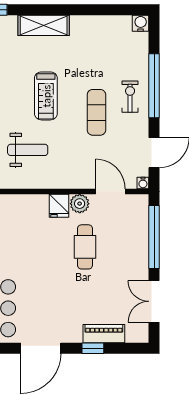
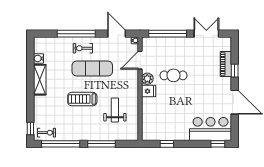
water cooler: (141, 23) -> (38, 58), moved
shelving: (44, 25) -> (40, 80), moved
treadmill: (46, 96) -> (82, 99), turned 180
exercise mat: (96, 112) -> (92, 68), width x1.36, depth x1.45
double door: (154, 301) -> (206, 34), swing flipped

